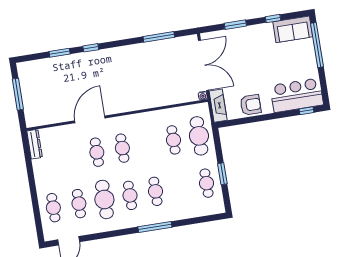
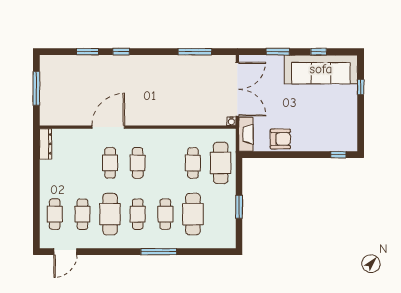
sofa: (293, 29) -> (321, 69), width x1.85, depth x1.27
window: (317, 45) -> (361, 87), width x0.32
bar counter: (297, 95) -> (331, 137), removed
cafe table: (207, 183) -> (193, 214), moved, width x1.37, depth x1.35

